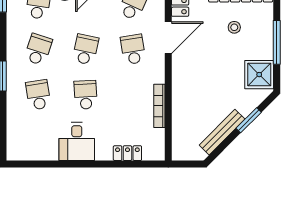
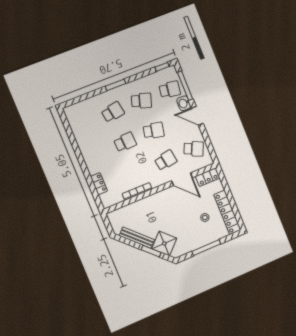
shower: (259, 75) -> (164, 243), moved, turned 45
desk: (77, 142) -> (93, 148), removed

